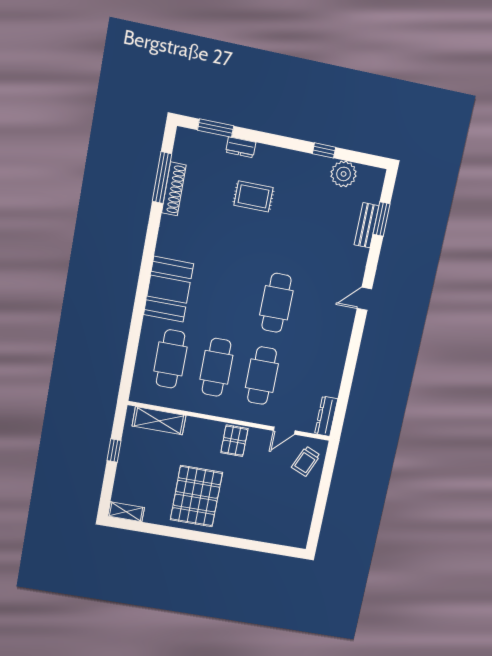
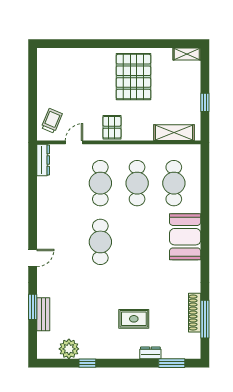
window: (382, 219) -> (33, 307), moved

